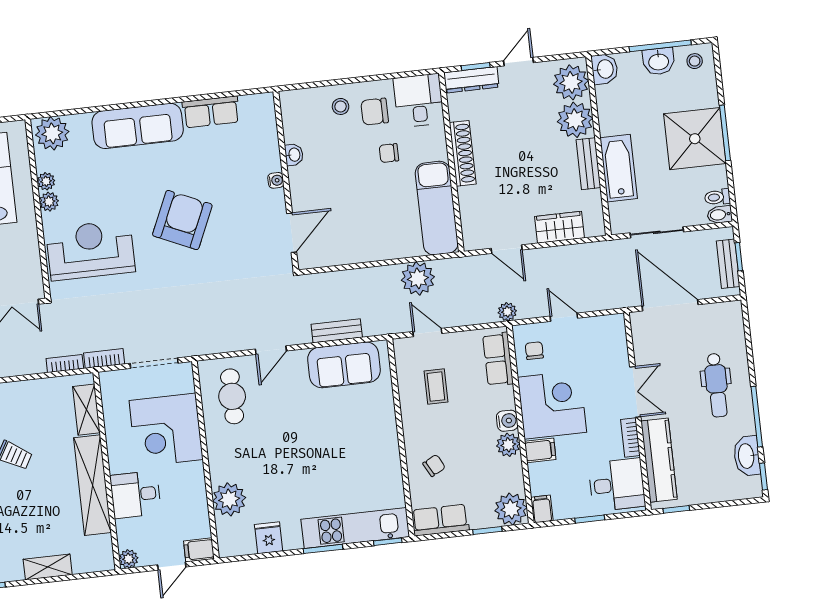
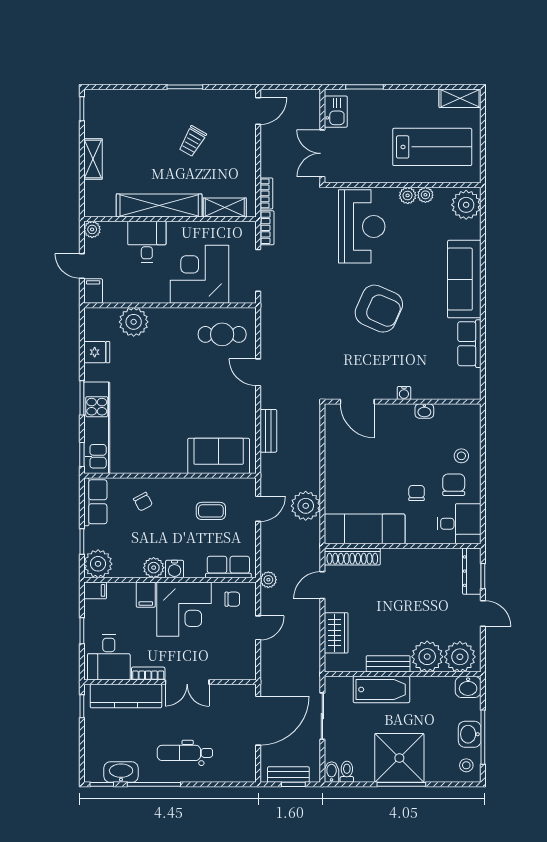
shoe rack: (463, 153) -> (352, 557), moved
sofa: (344, 365) -> (219, 456), moved, turned 90

